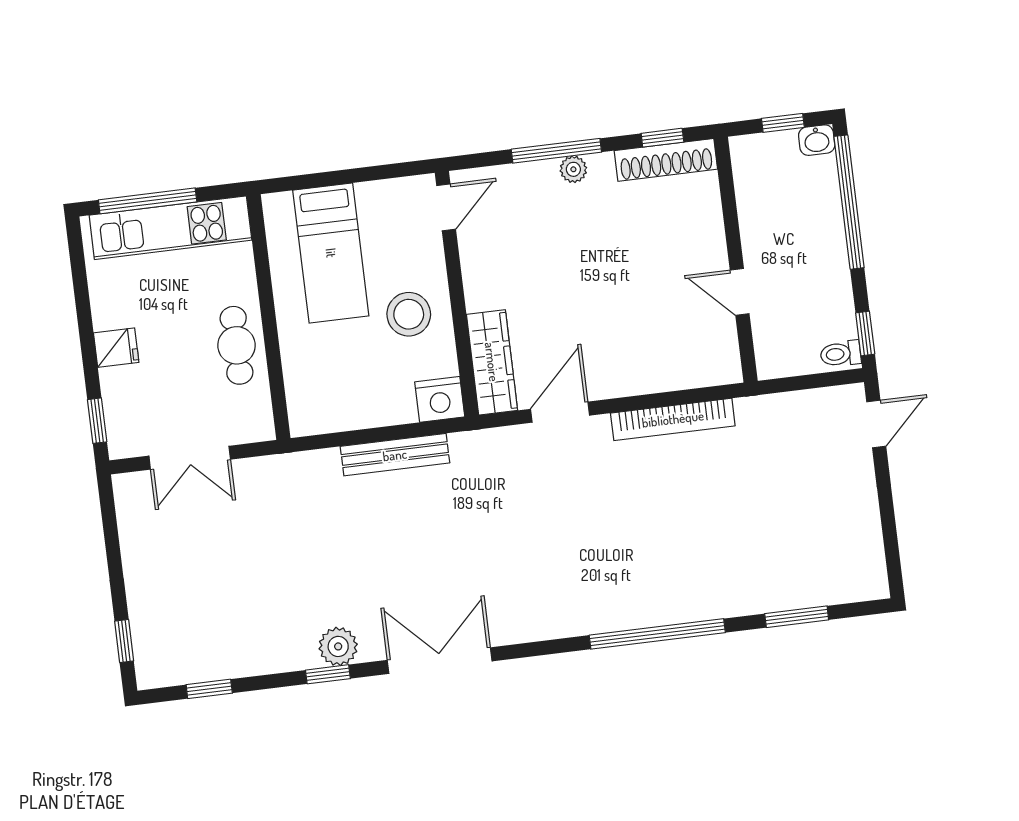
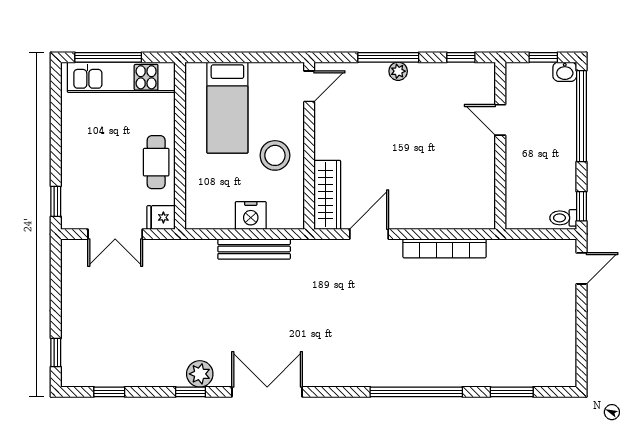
shoe rack: (666, 160) -> (461, 73), removed
door: (740, 292) -> (500, 120), moved
fridge: (116, 348) -> (161, 217), moved, turned 180
nightstand: (440, 399) -> (251, 215), moved

